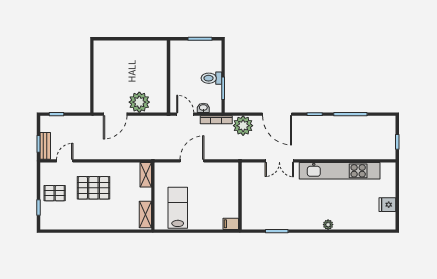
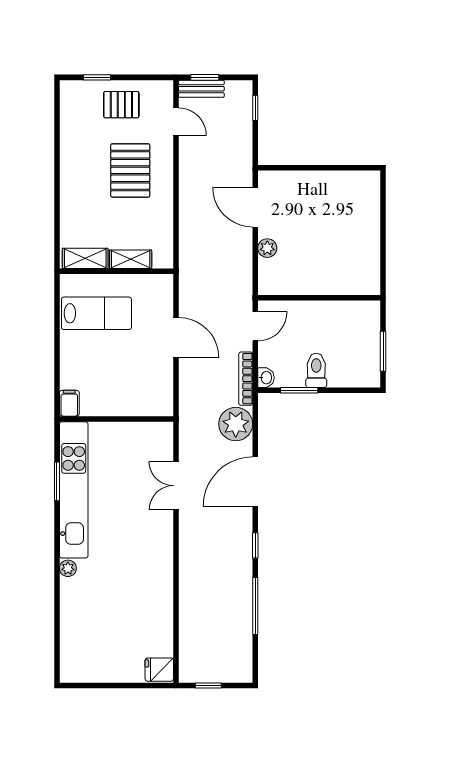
plant: (139, 102) -> (267, 248), width x0.53, depth x0.53
washbasin: (203, 108) -> (266, 378), moved
kitchen unit: (340, 171) -> (74, 490), moved, turned 180
shelving: (146, 175) -> (131, 259), moved
pallet: (55, 193) -> (121, 105), turned 90
fridge: (387, 205) -> (159, 670), moved, turned -90

